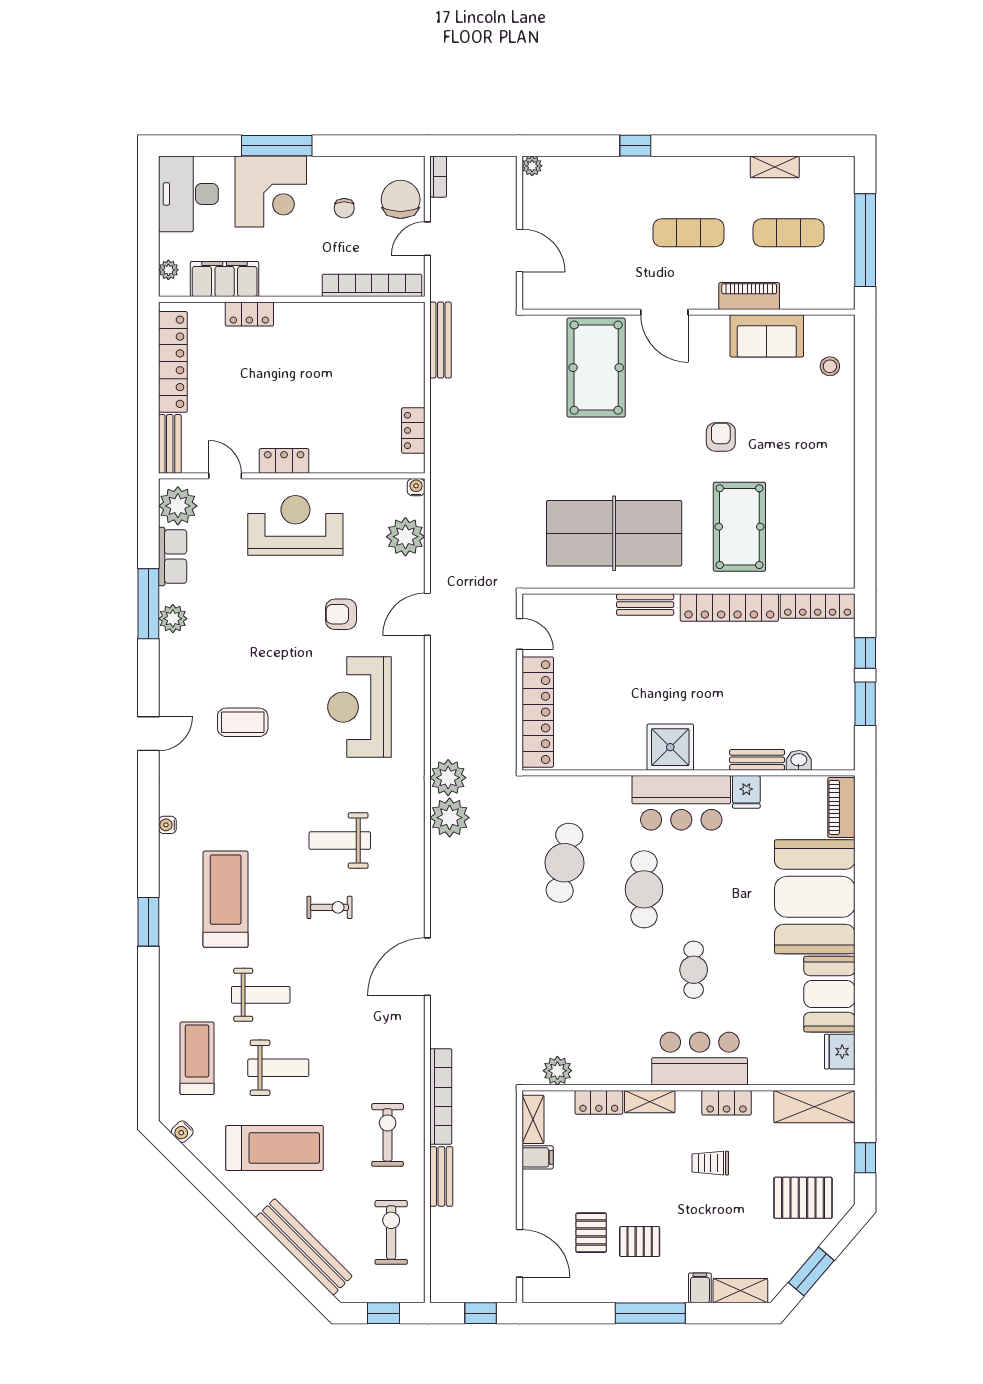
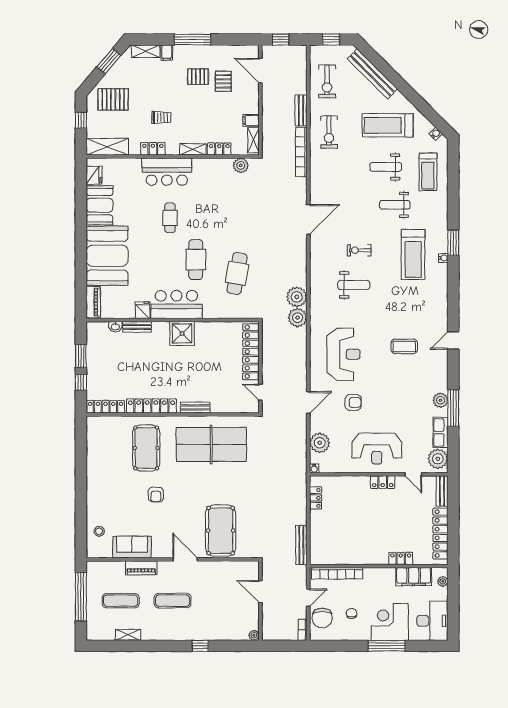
water cooler: (167, 825) -> (443, 258), moved

